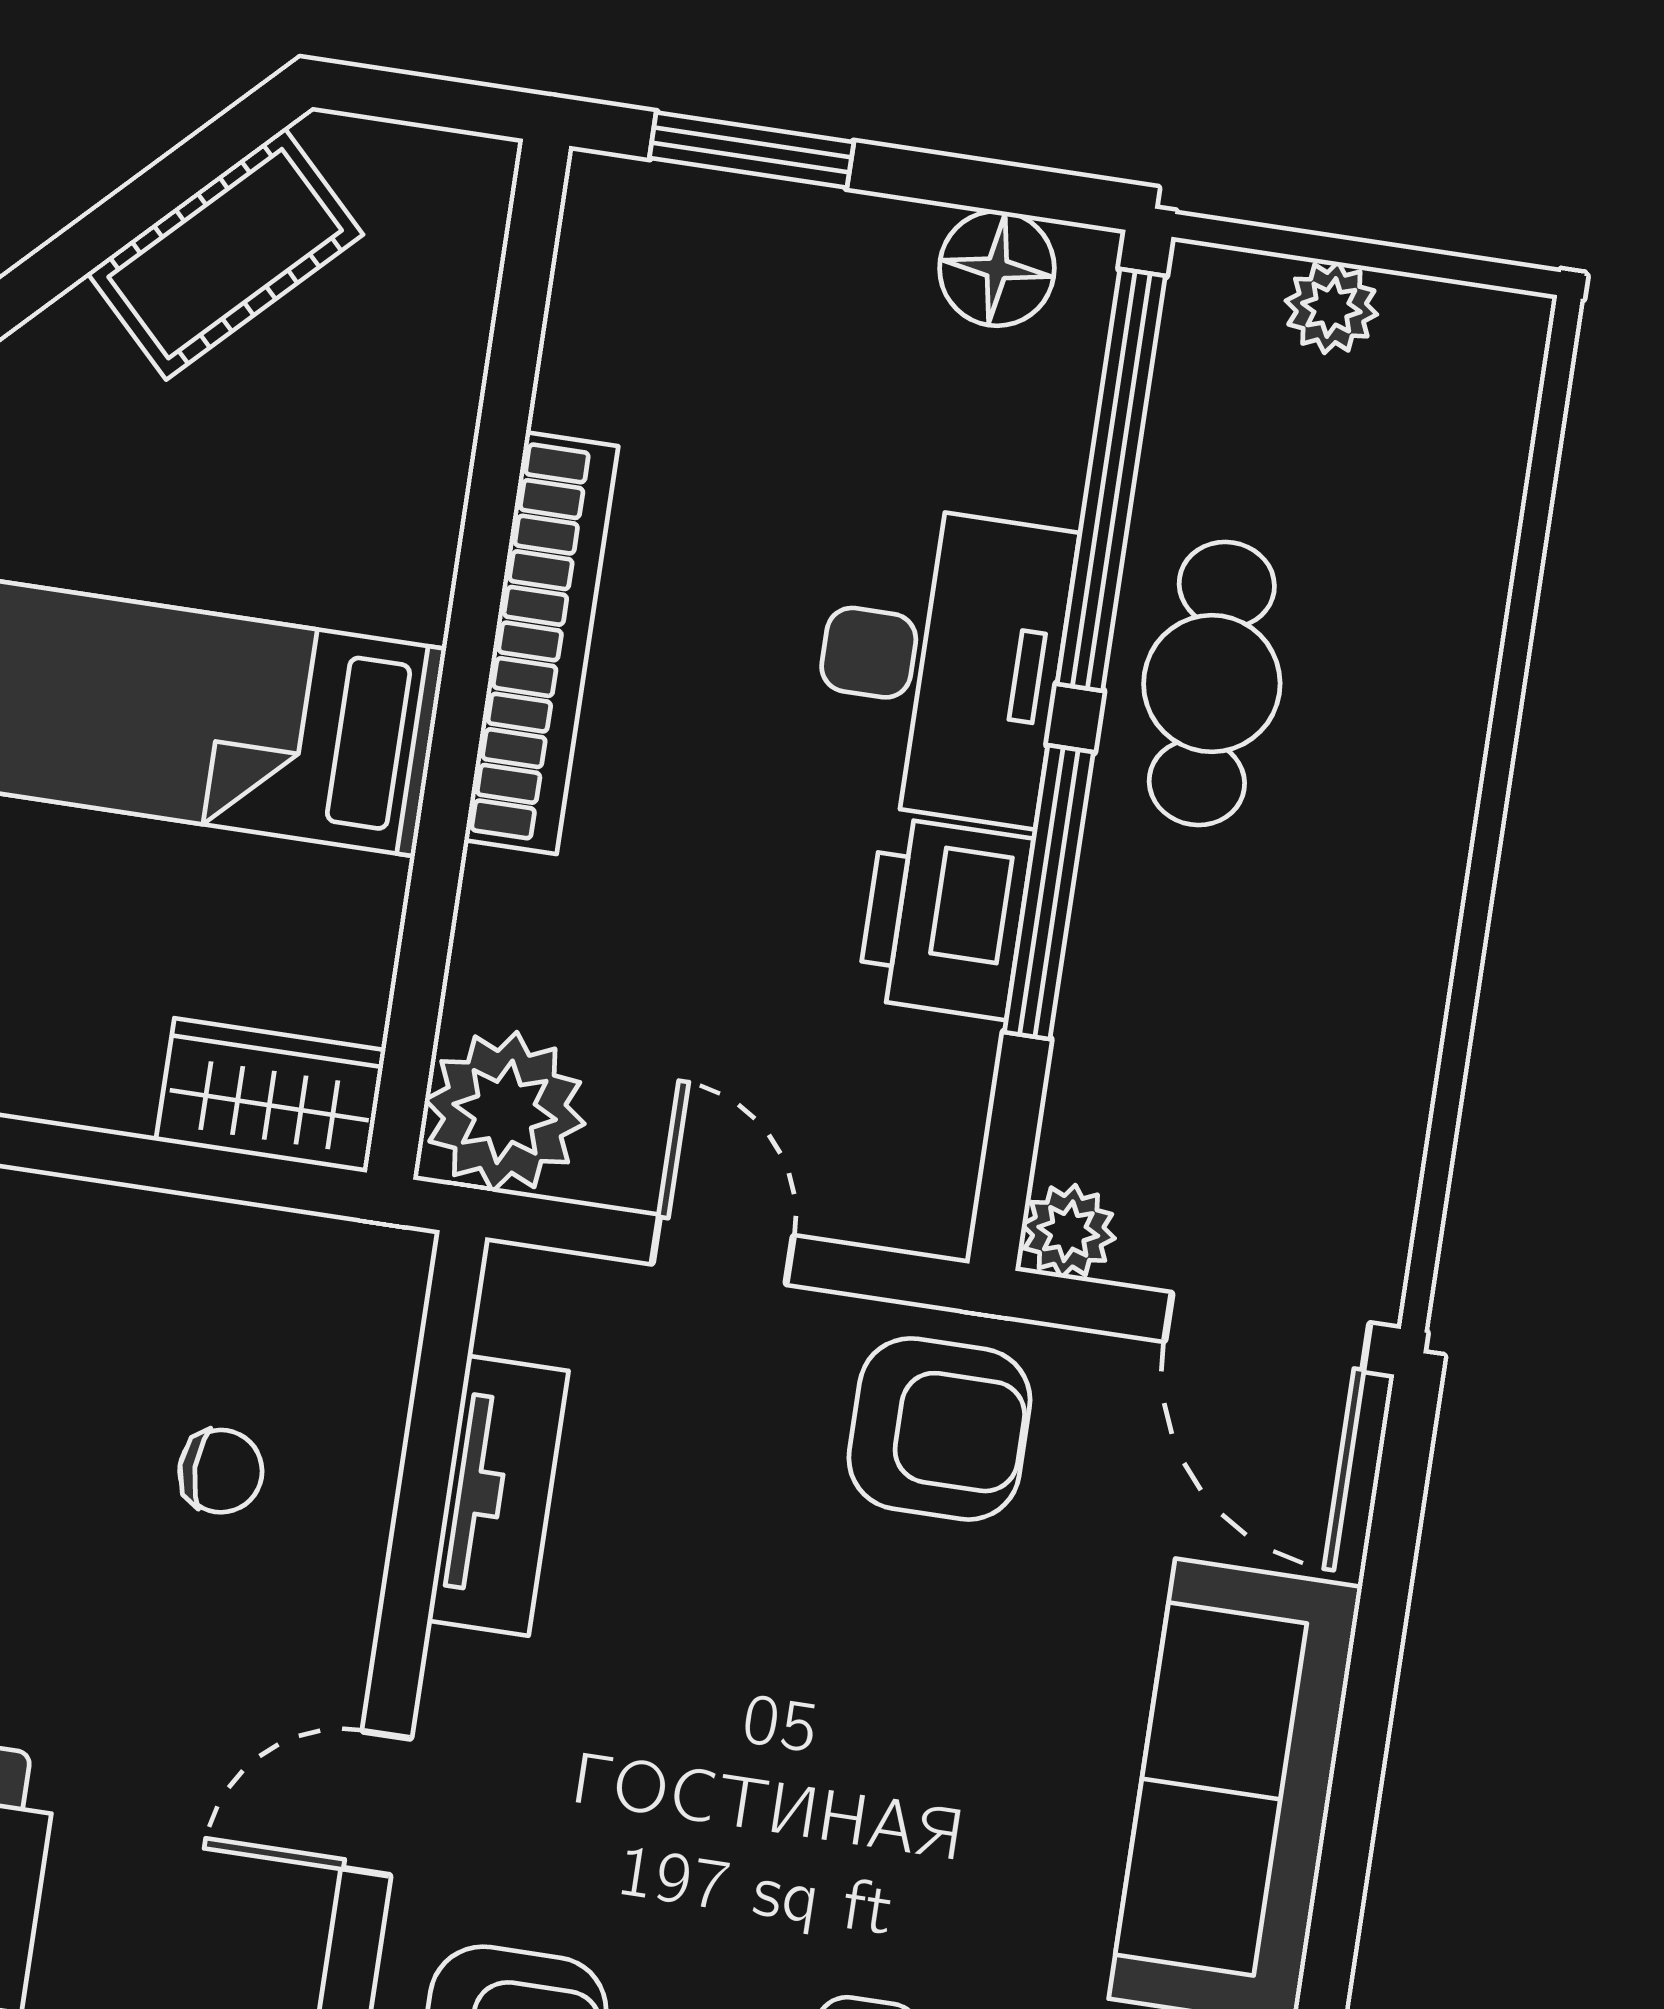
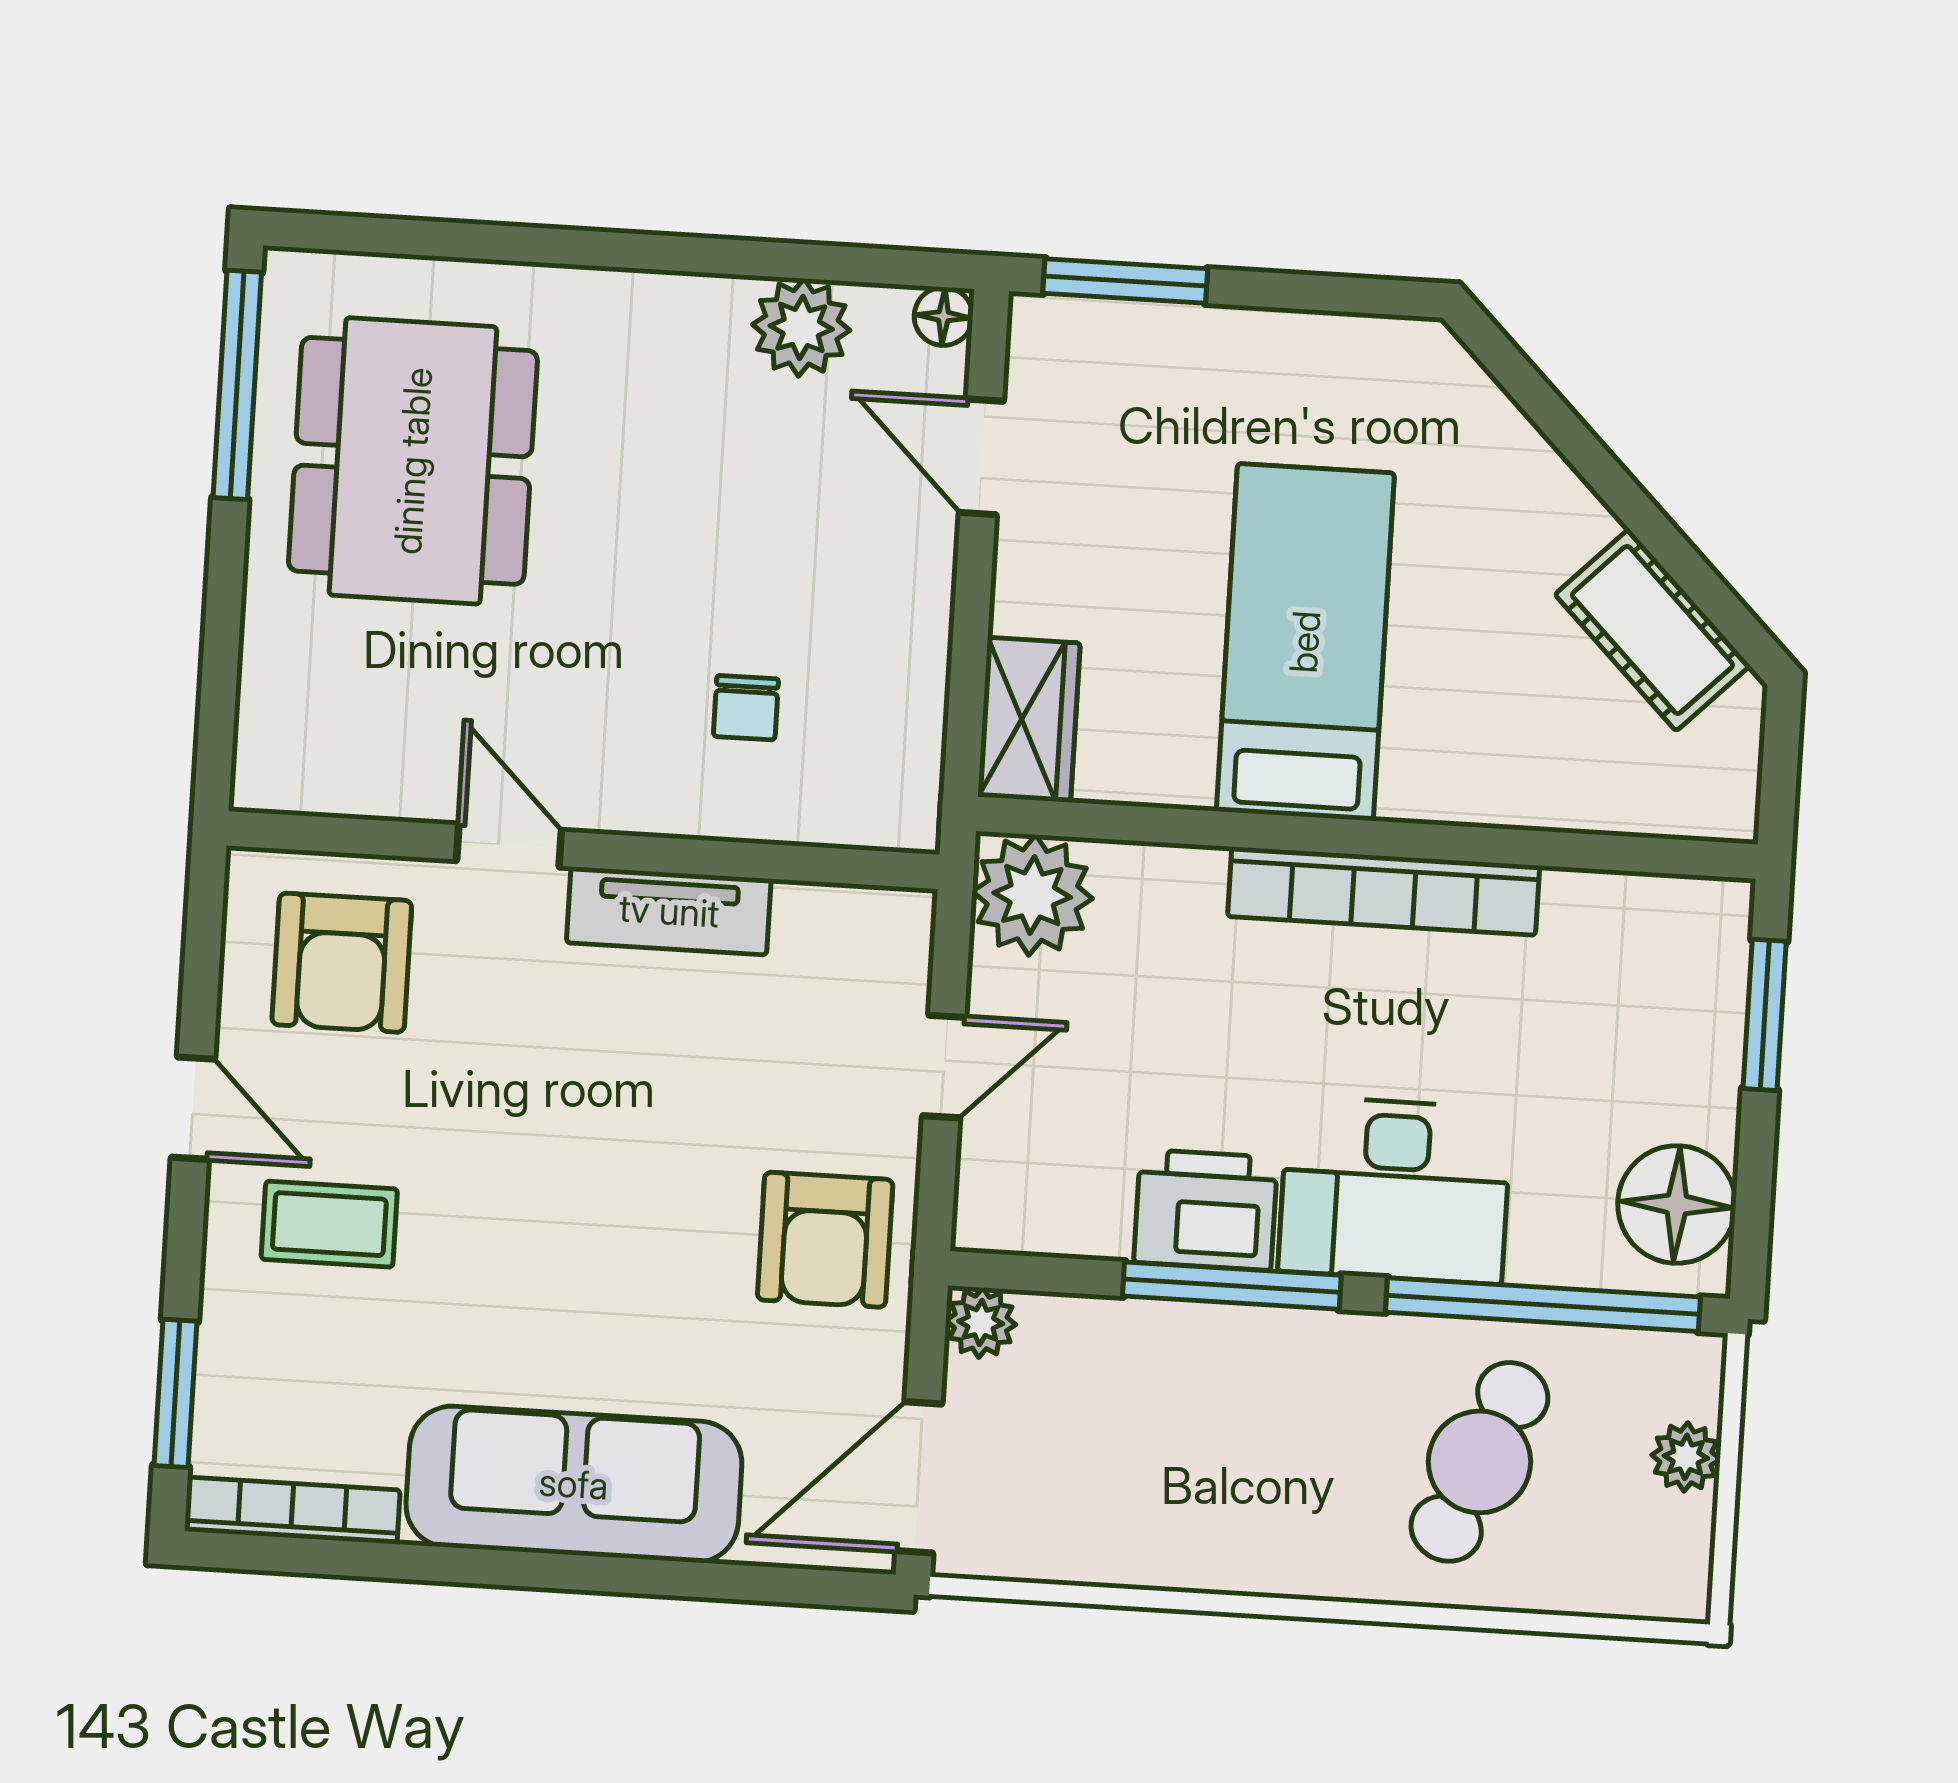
floor lamp: (997, 268) -> (1677, 1204), width x1.38, depth x1.38
cafe table: (1212, 683) -> (1479, 1462), moved, turned -67
tv unit: (498, 1496) -> (669, 911), moved

